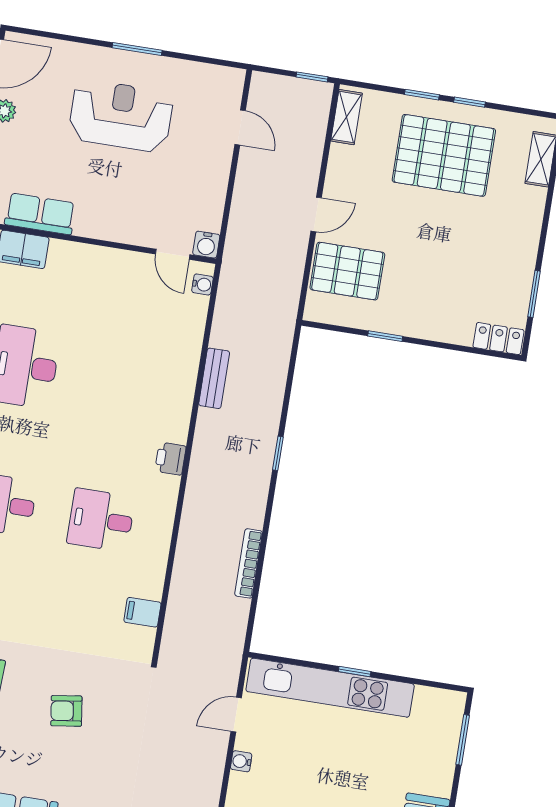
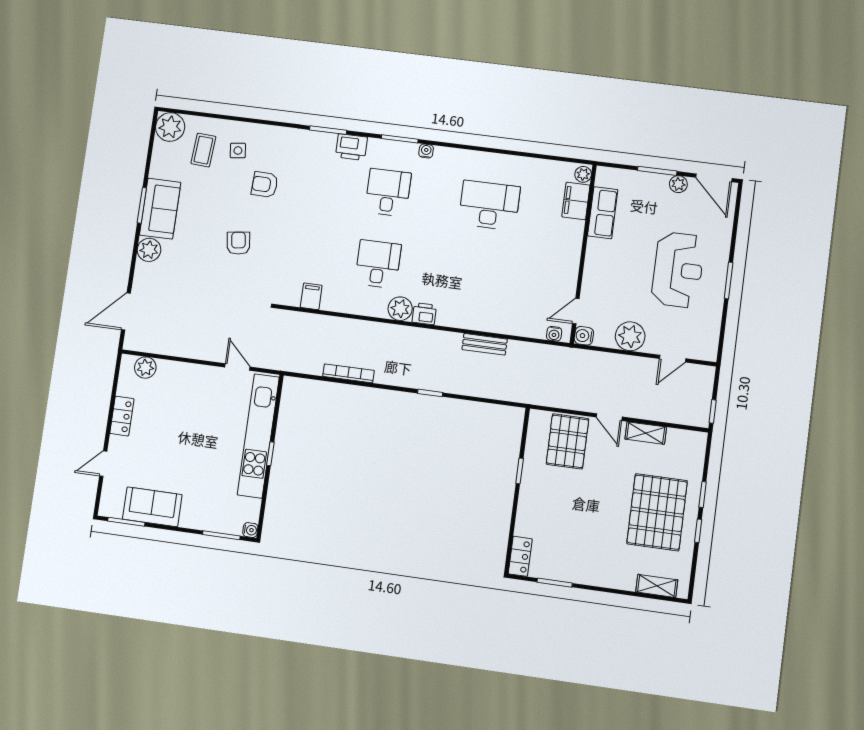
shelving: (347, 117) -> (646, 433), moved
plant: (209, 183) -> (630, 336), added
plant: (163, 491) -> (400, 309), added
water cooler: (241, 761) -> (250, 530), moved, turned 90

